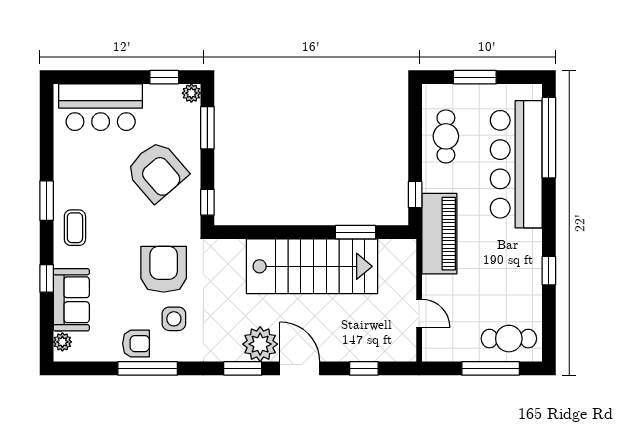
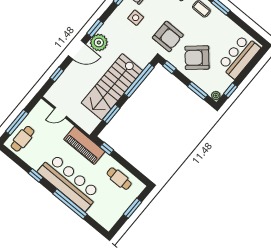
window: (549, 138) -> (70, 204), moved
bar counter: (516, 164) -> (69, 182), moved
window: (267, 232) -> (139, 80), added
armchair: (164, 269) -> (168, 36), moved

